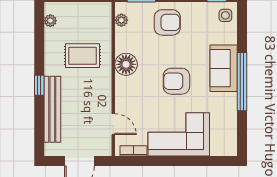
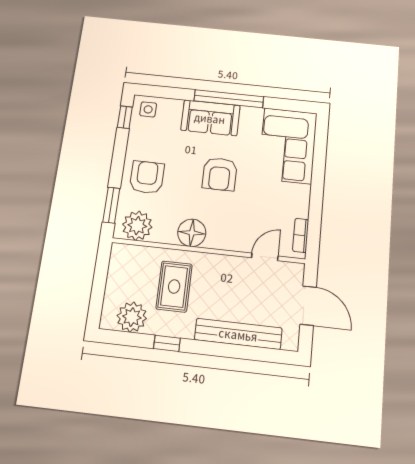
plant: (121, 20) -> (137, 226), width x1.87, depth x1.87
plant: (50, 21) -> (132, 317), width x1.88, depth x1.88
window: (39, 85) -> (167, 343), moved
corner sofa: (179, 134) -> (288, 146), moved

